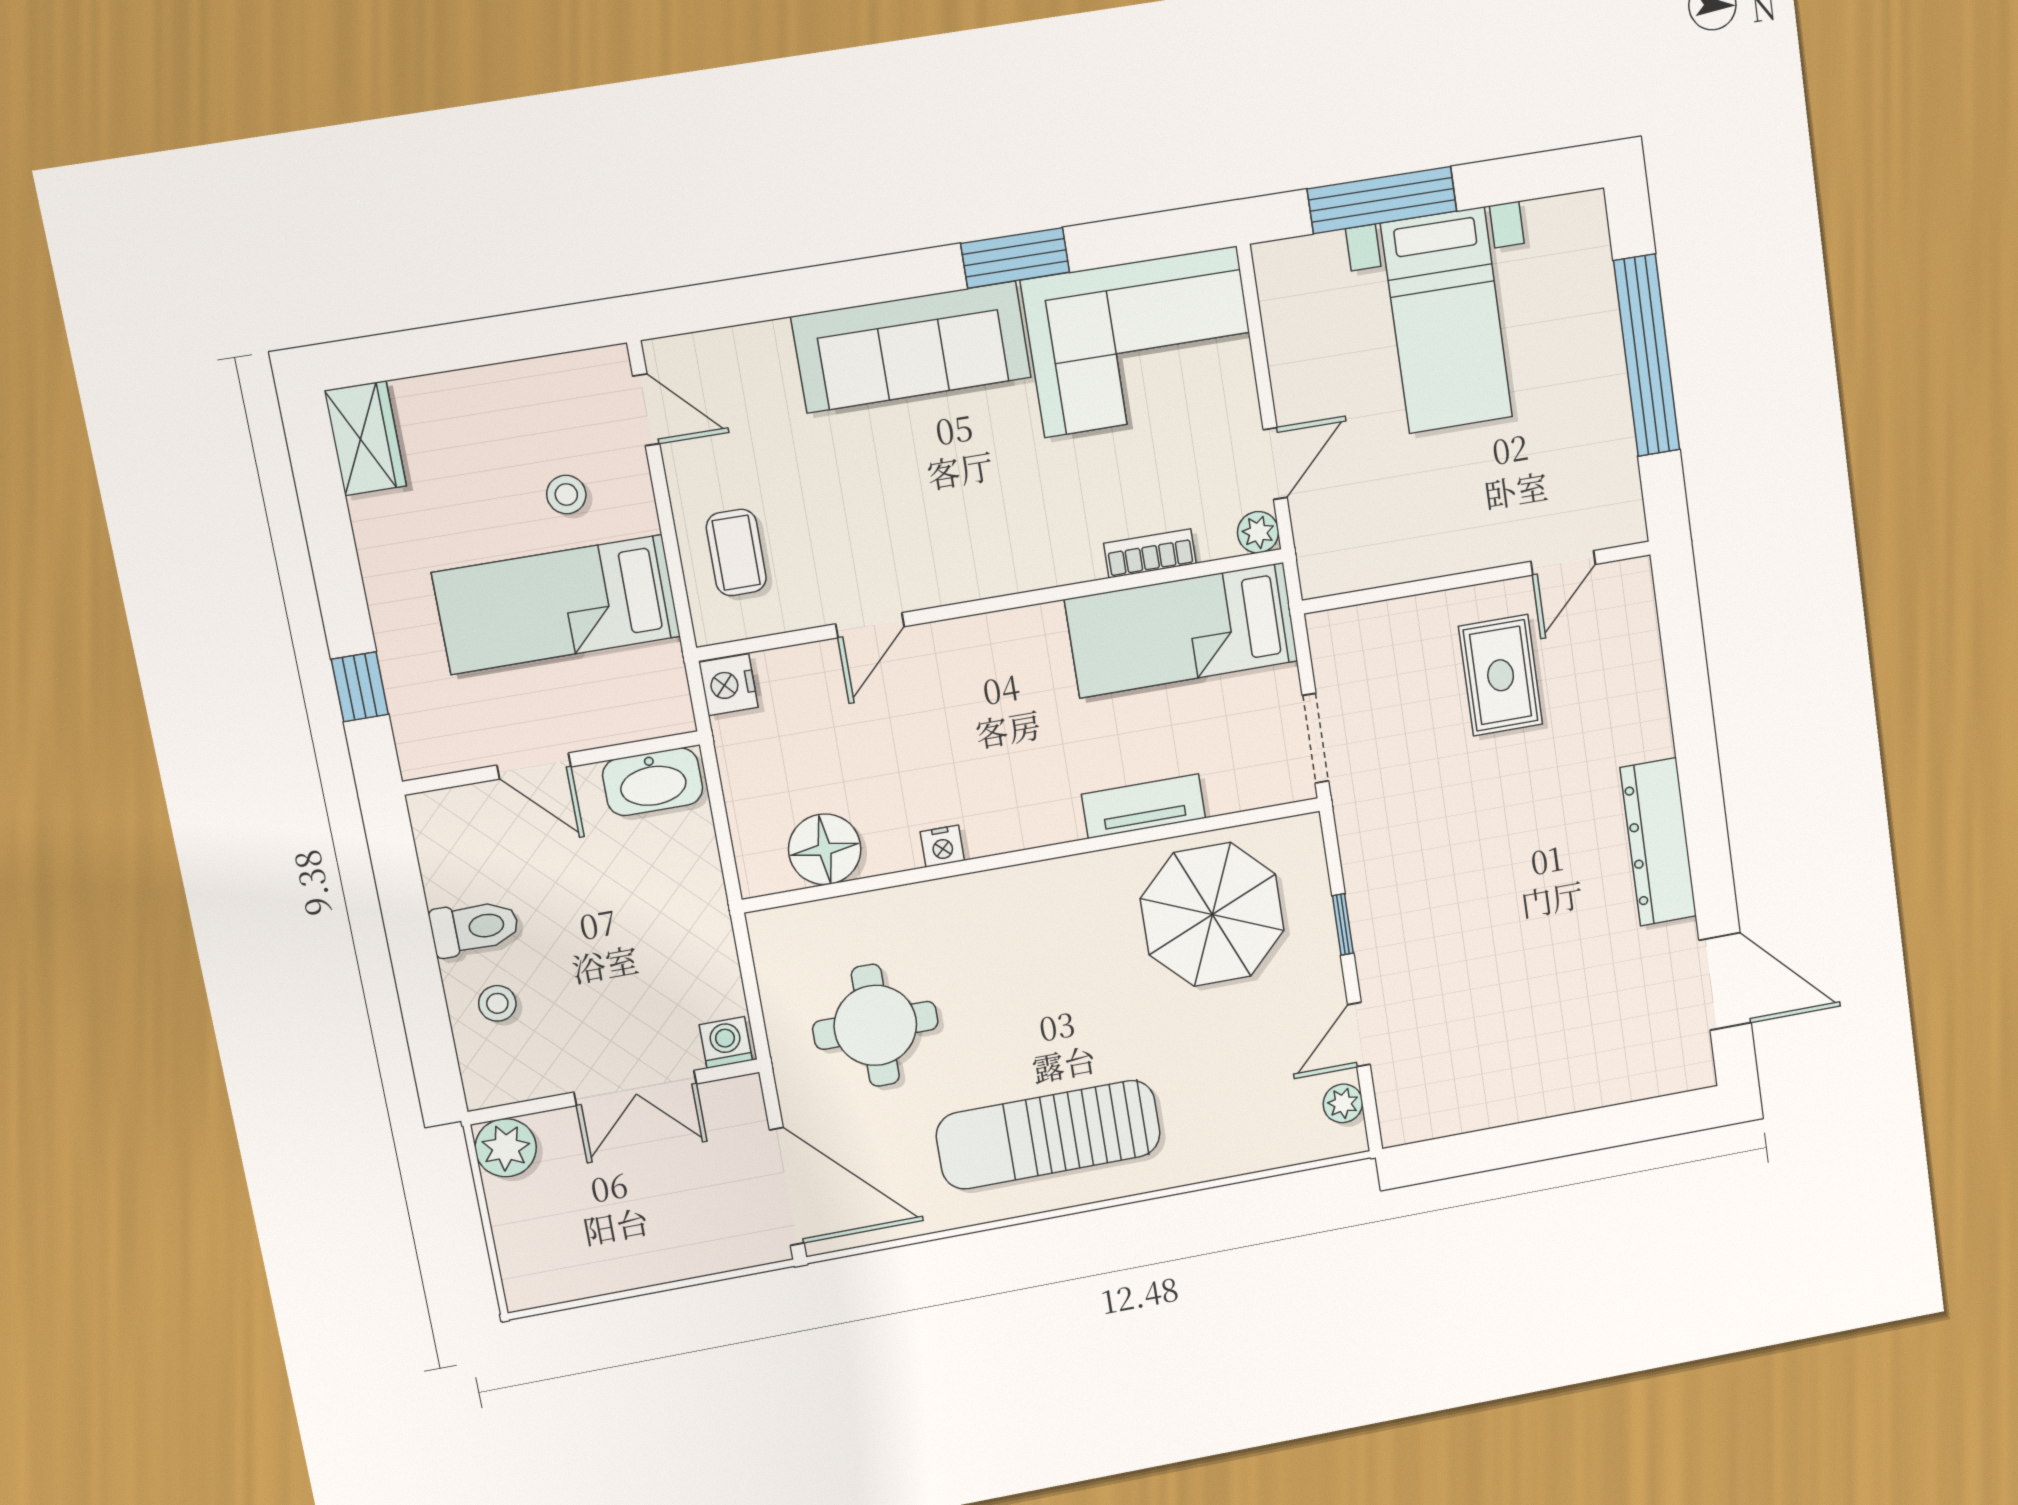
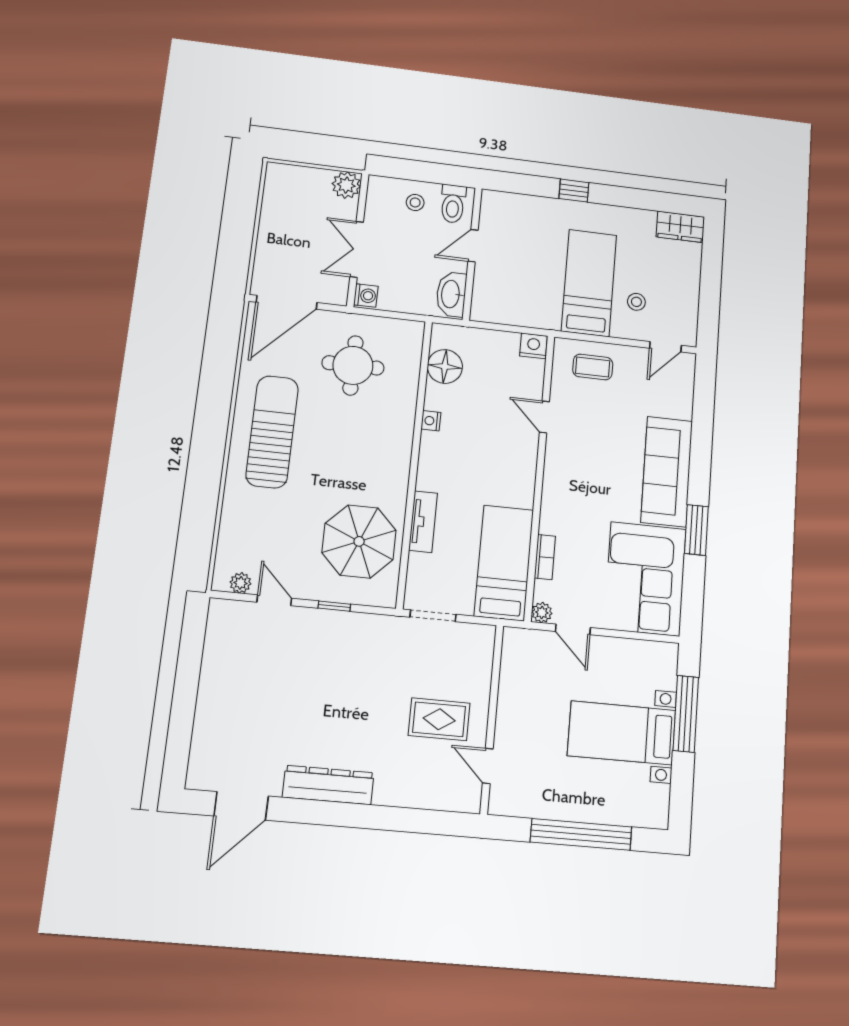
wall: (552, 763) -> (472, 254), moved
door: (534, 766) -> (473, 246), moved
washbasin: (653, 782) -> (451, 294), moved

